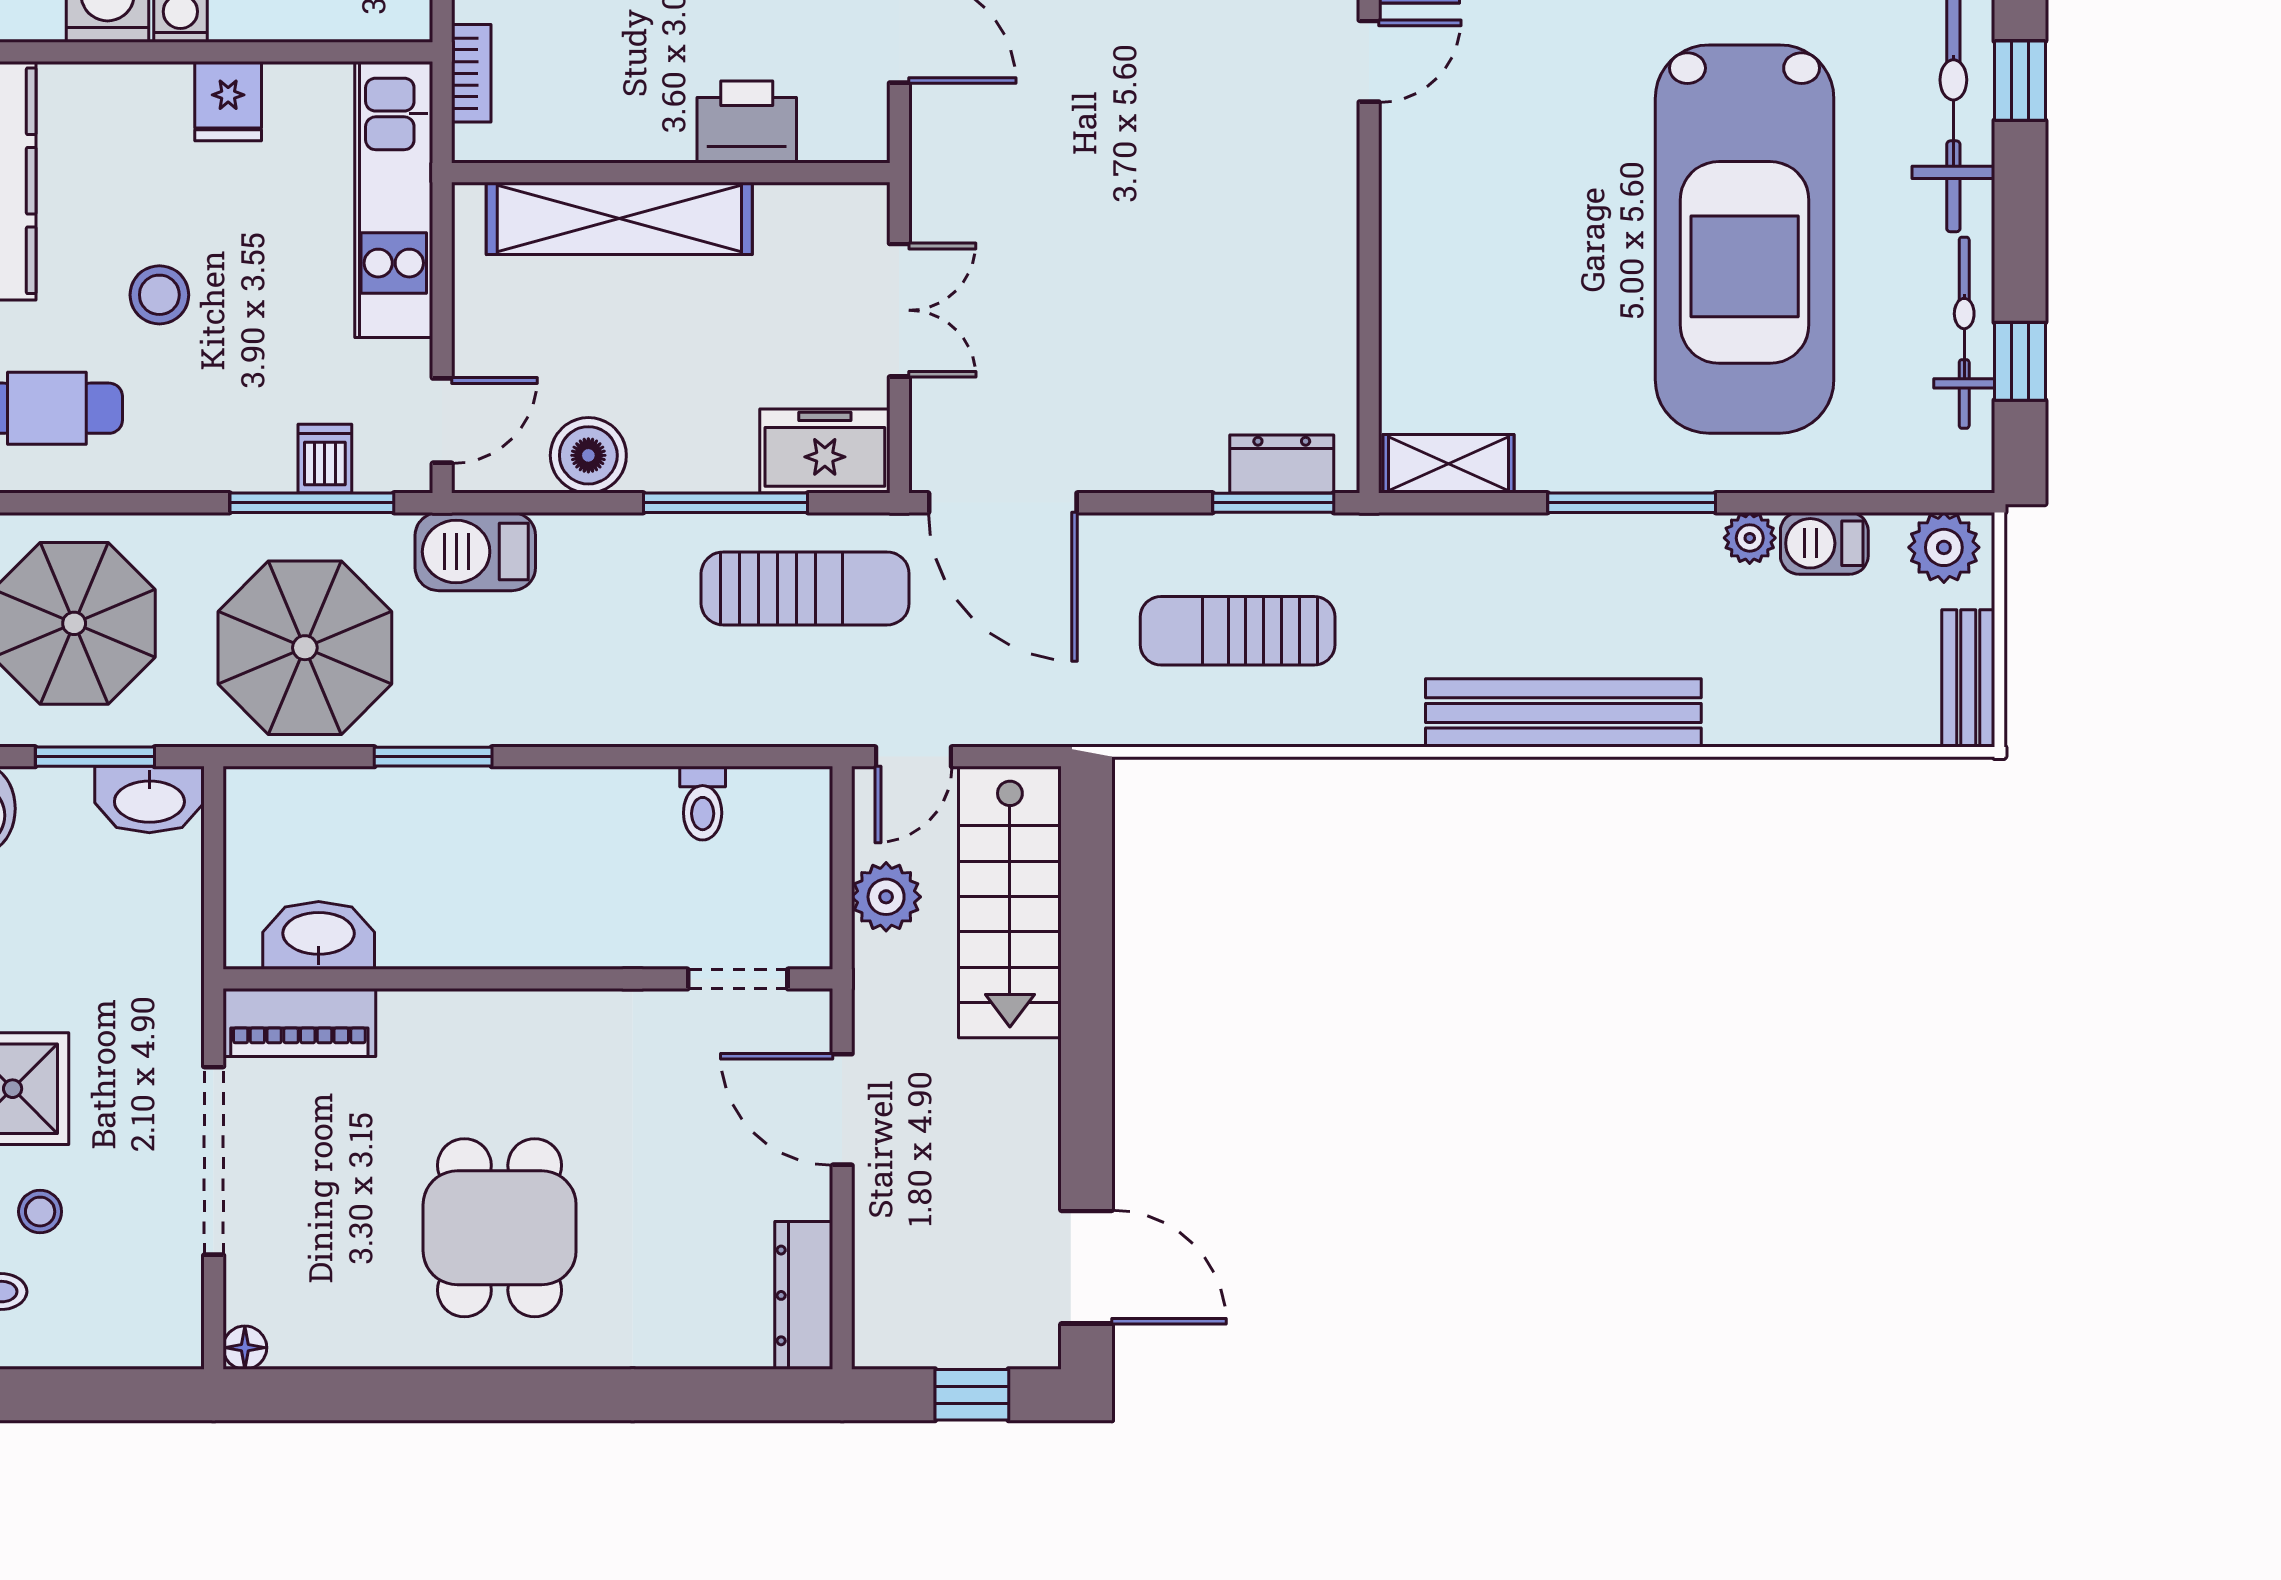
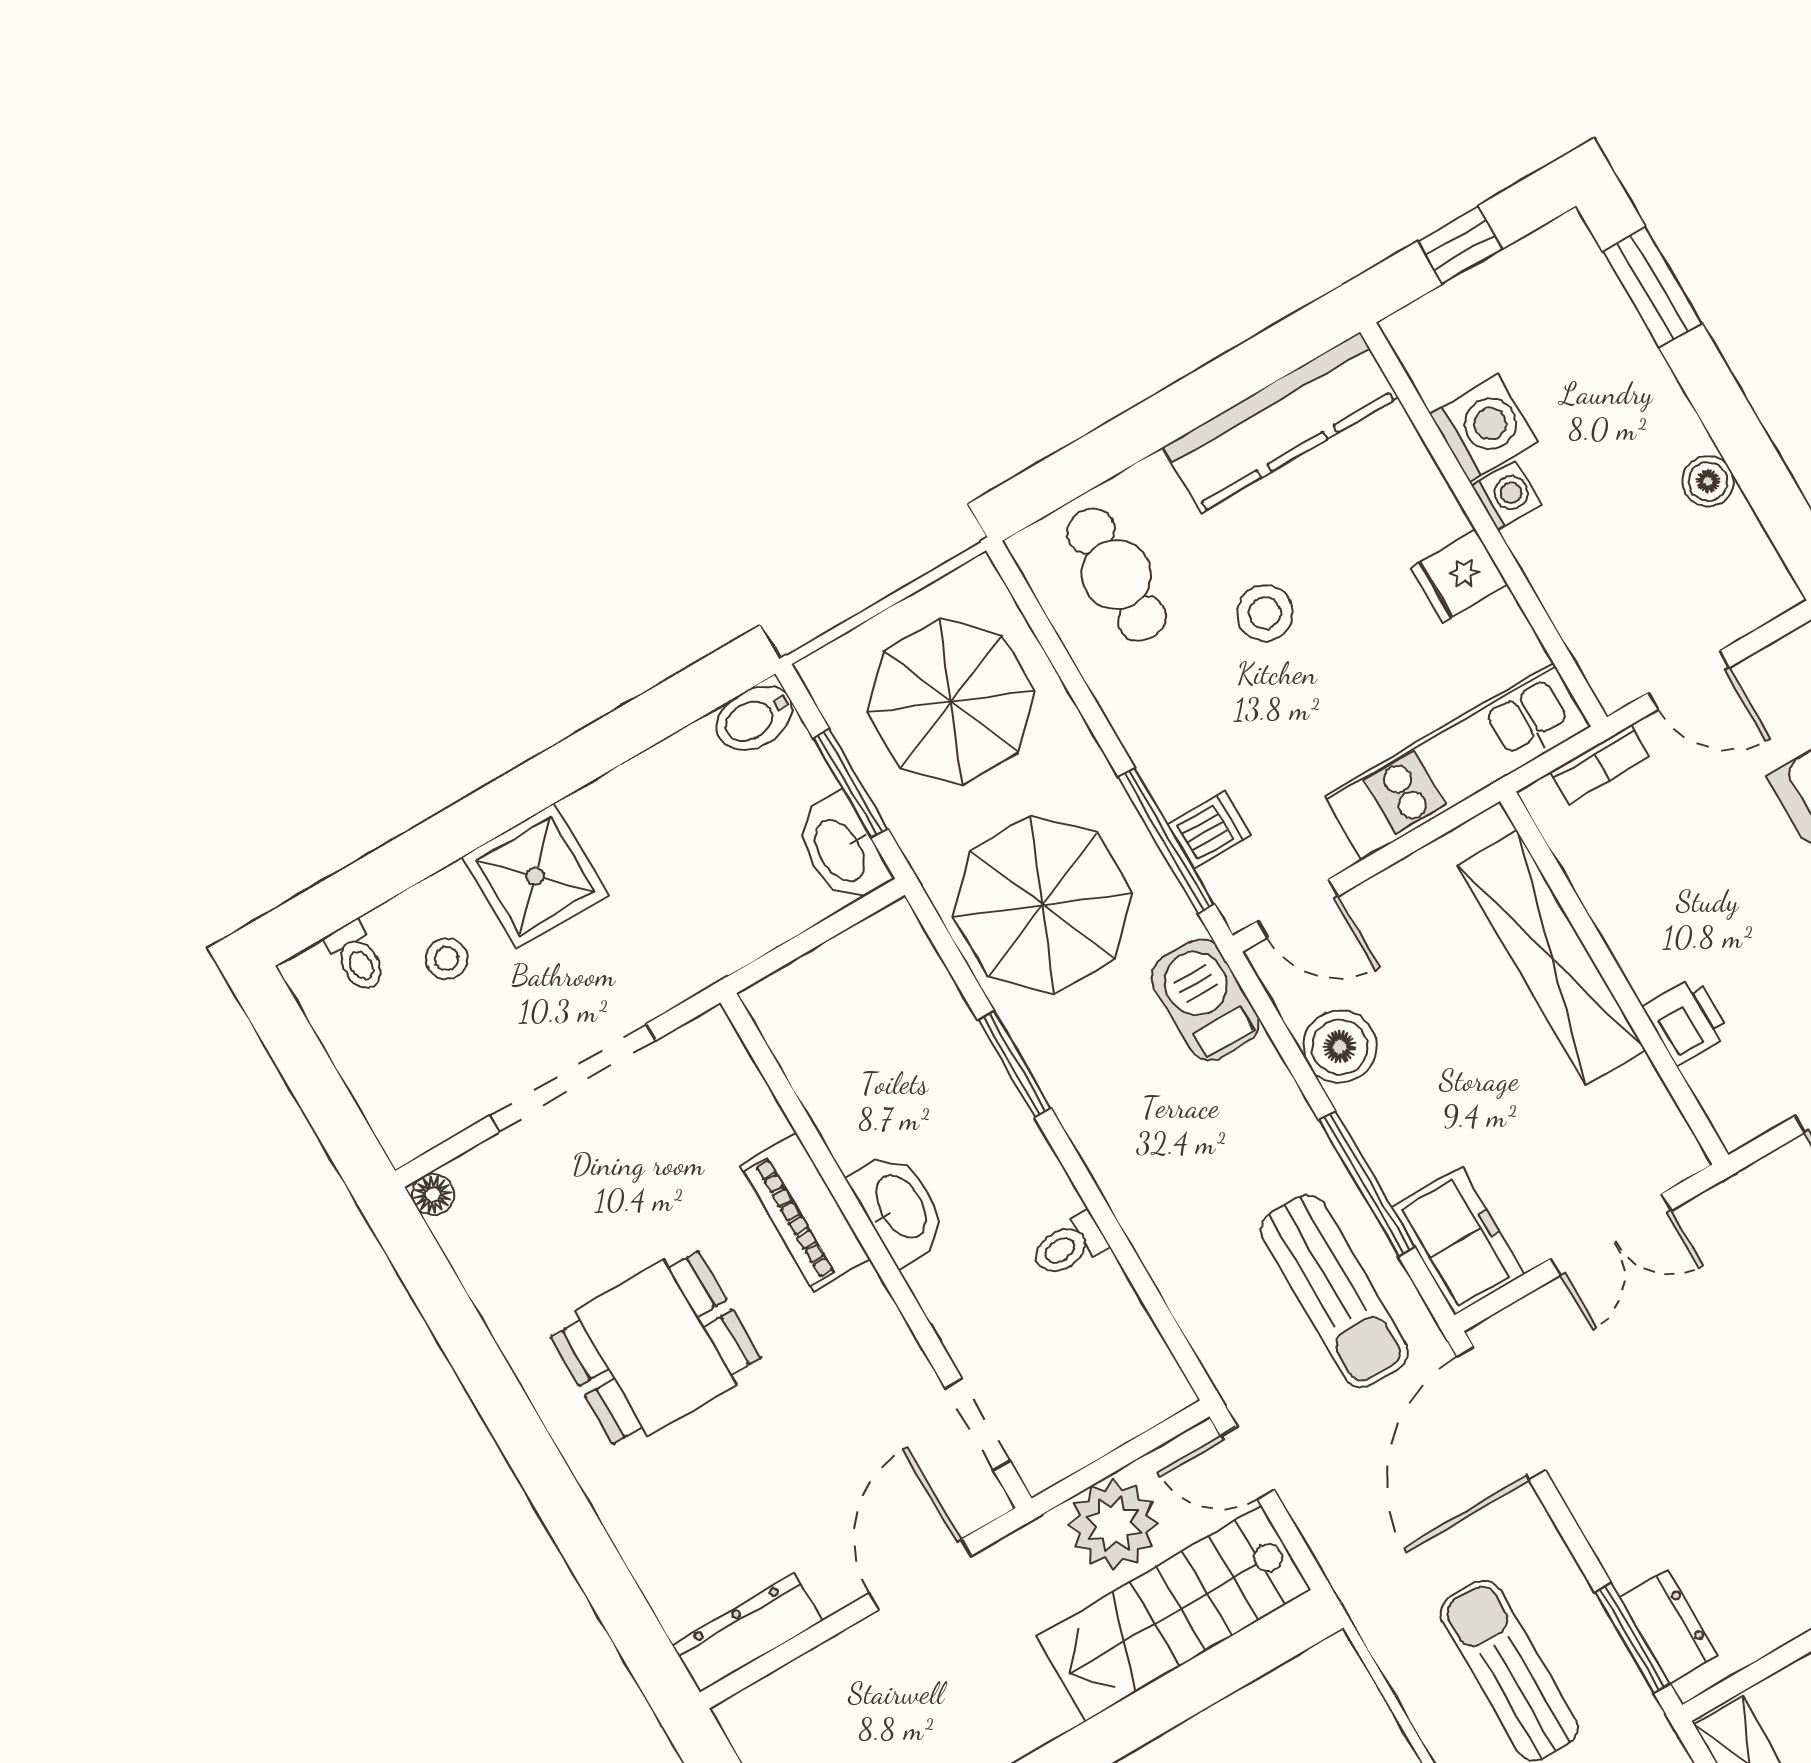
printer: (747, 122) -> (1686, 1020), width x0.73, depth x0.81
toilet: (703, 803) -> (1069, 1245), moved
plant: (886, 897) -> (1113, 1524), width x1.36, depth x1.36
washbasin: (319, 935) -> (899, 1208), moved
piano: (299, 1023) -> (805, 1212), moved

